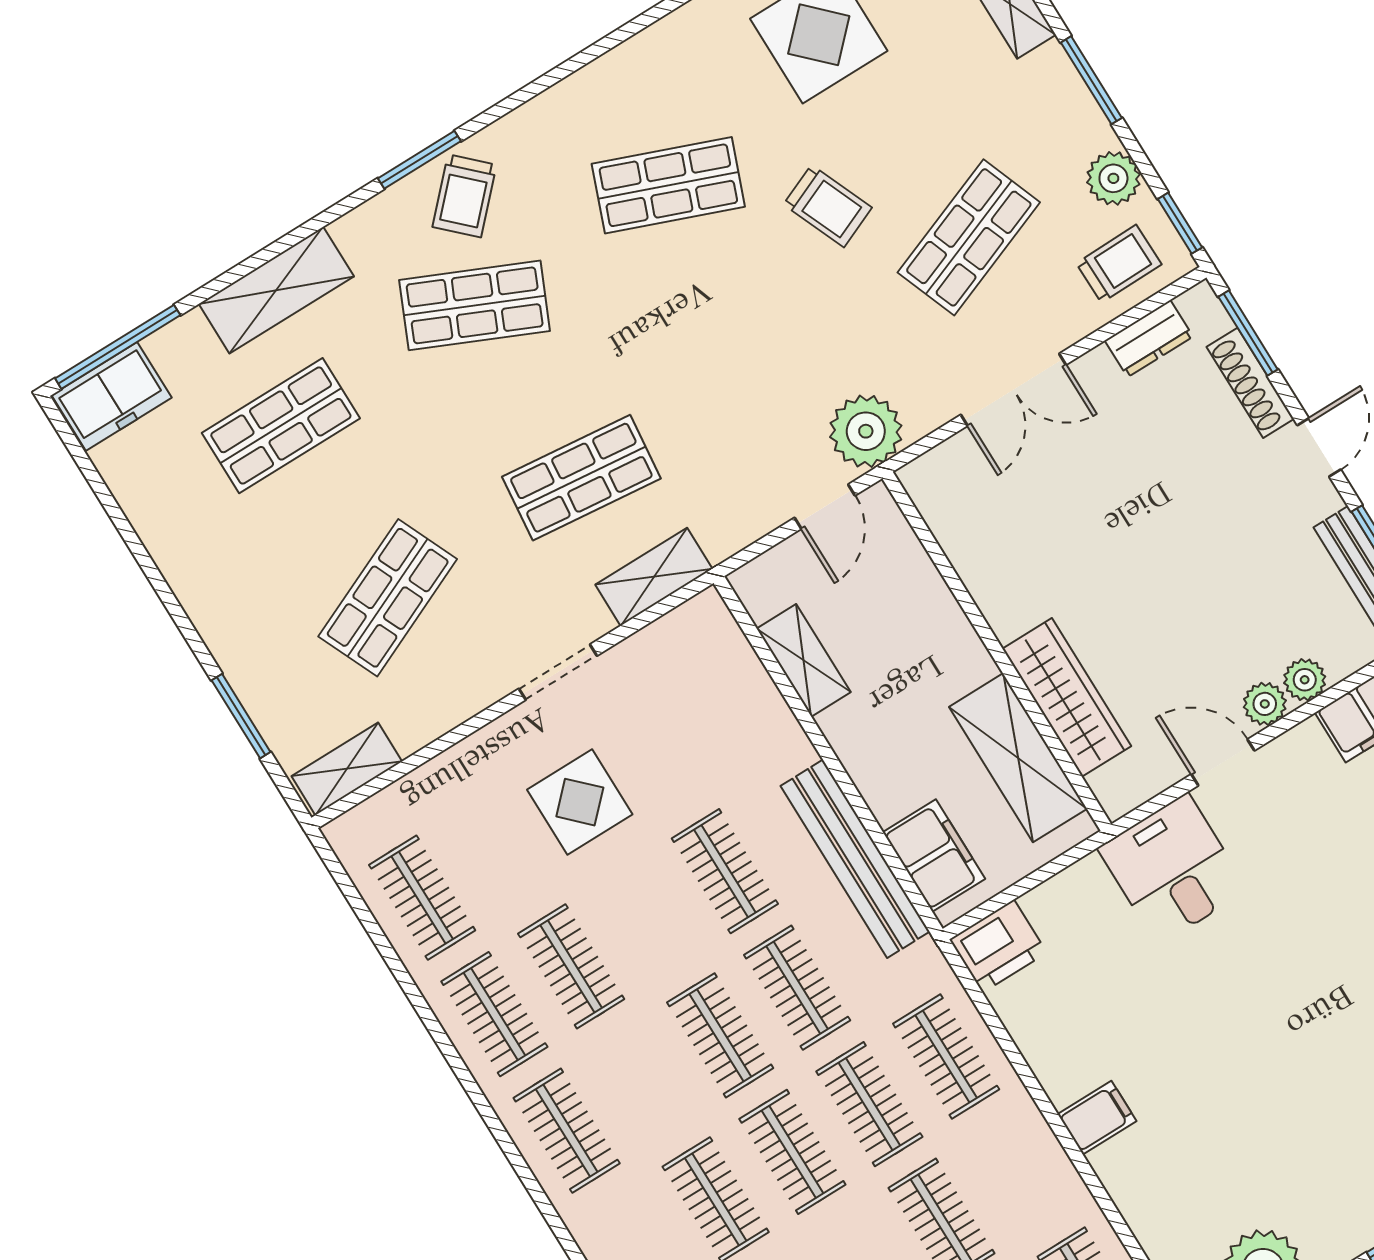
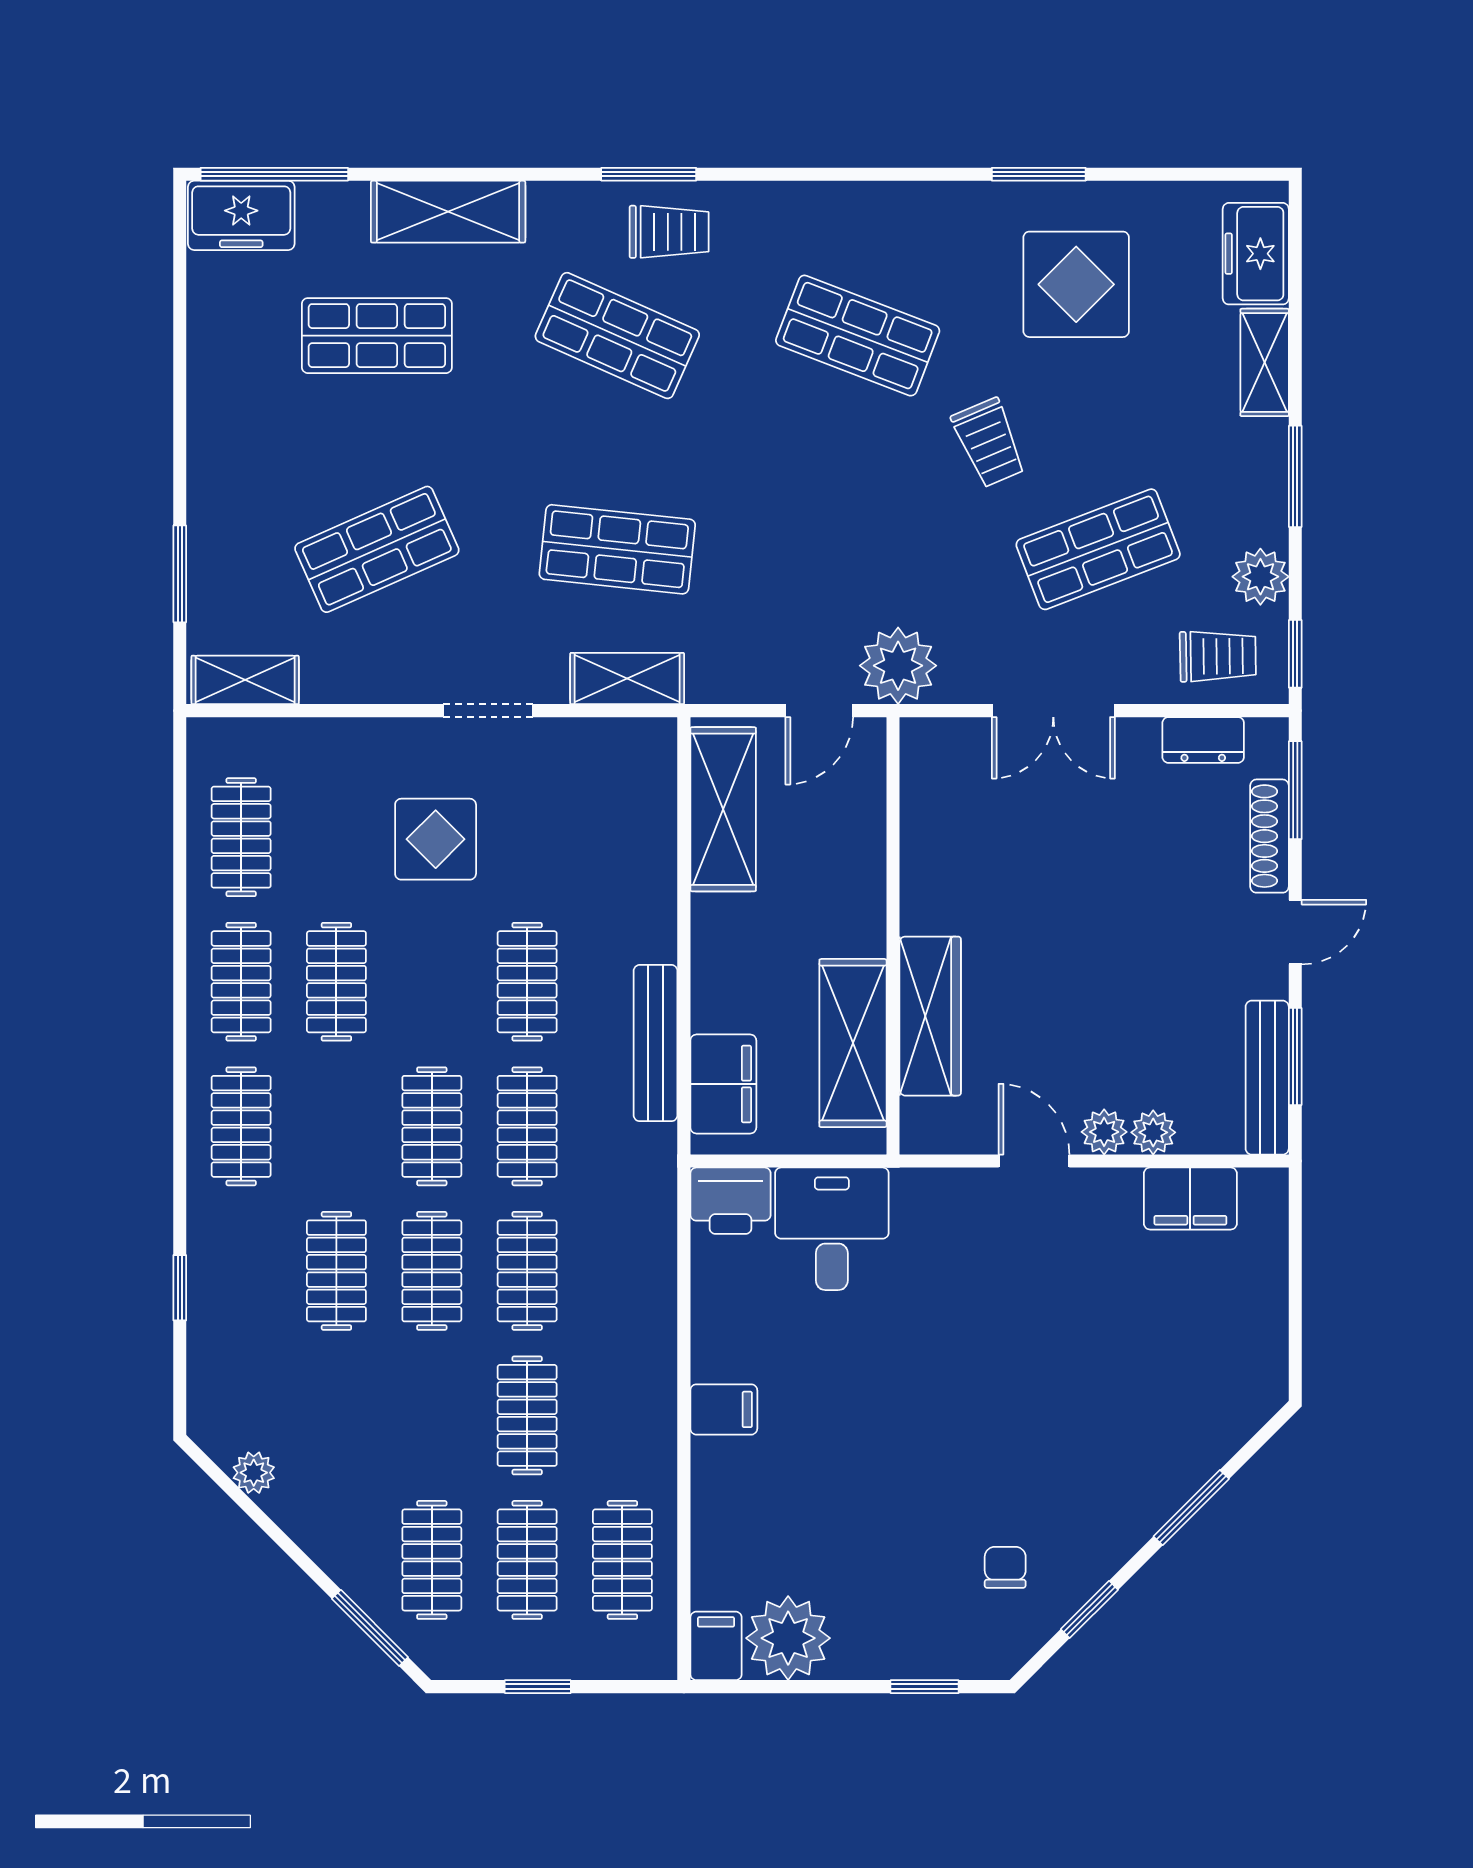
trolley: (464, 196) -> (669, 232), turned -134
shelving: (804, 660) -> (723, 809), width x1.50, depth x1.33
bench: (855, 859) -> (656, 1043), width x0.73, depth x0.82
desk: (1173, 869) -> (832, 1229), moved
clothes rail: (946, 1057) -> (622, 1271), removed

